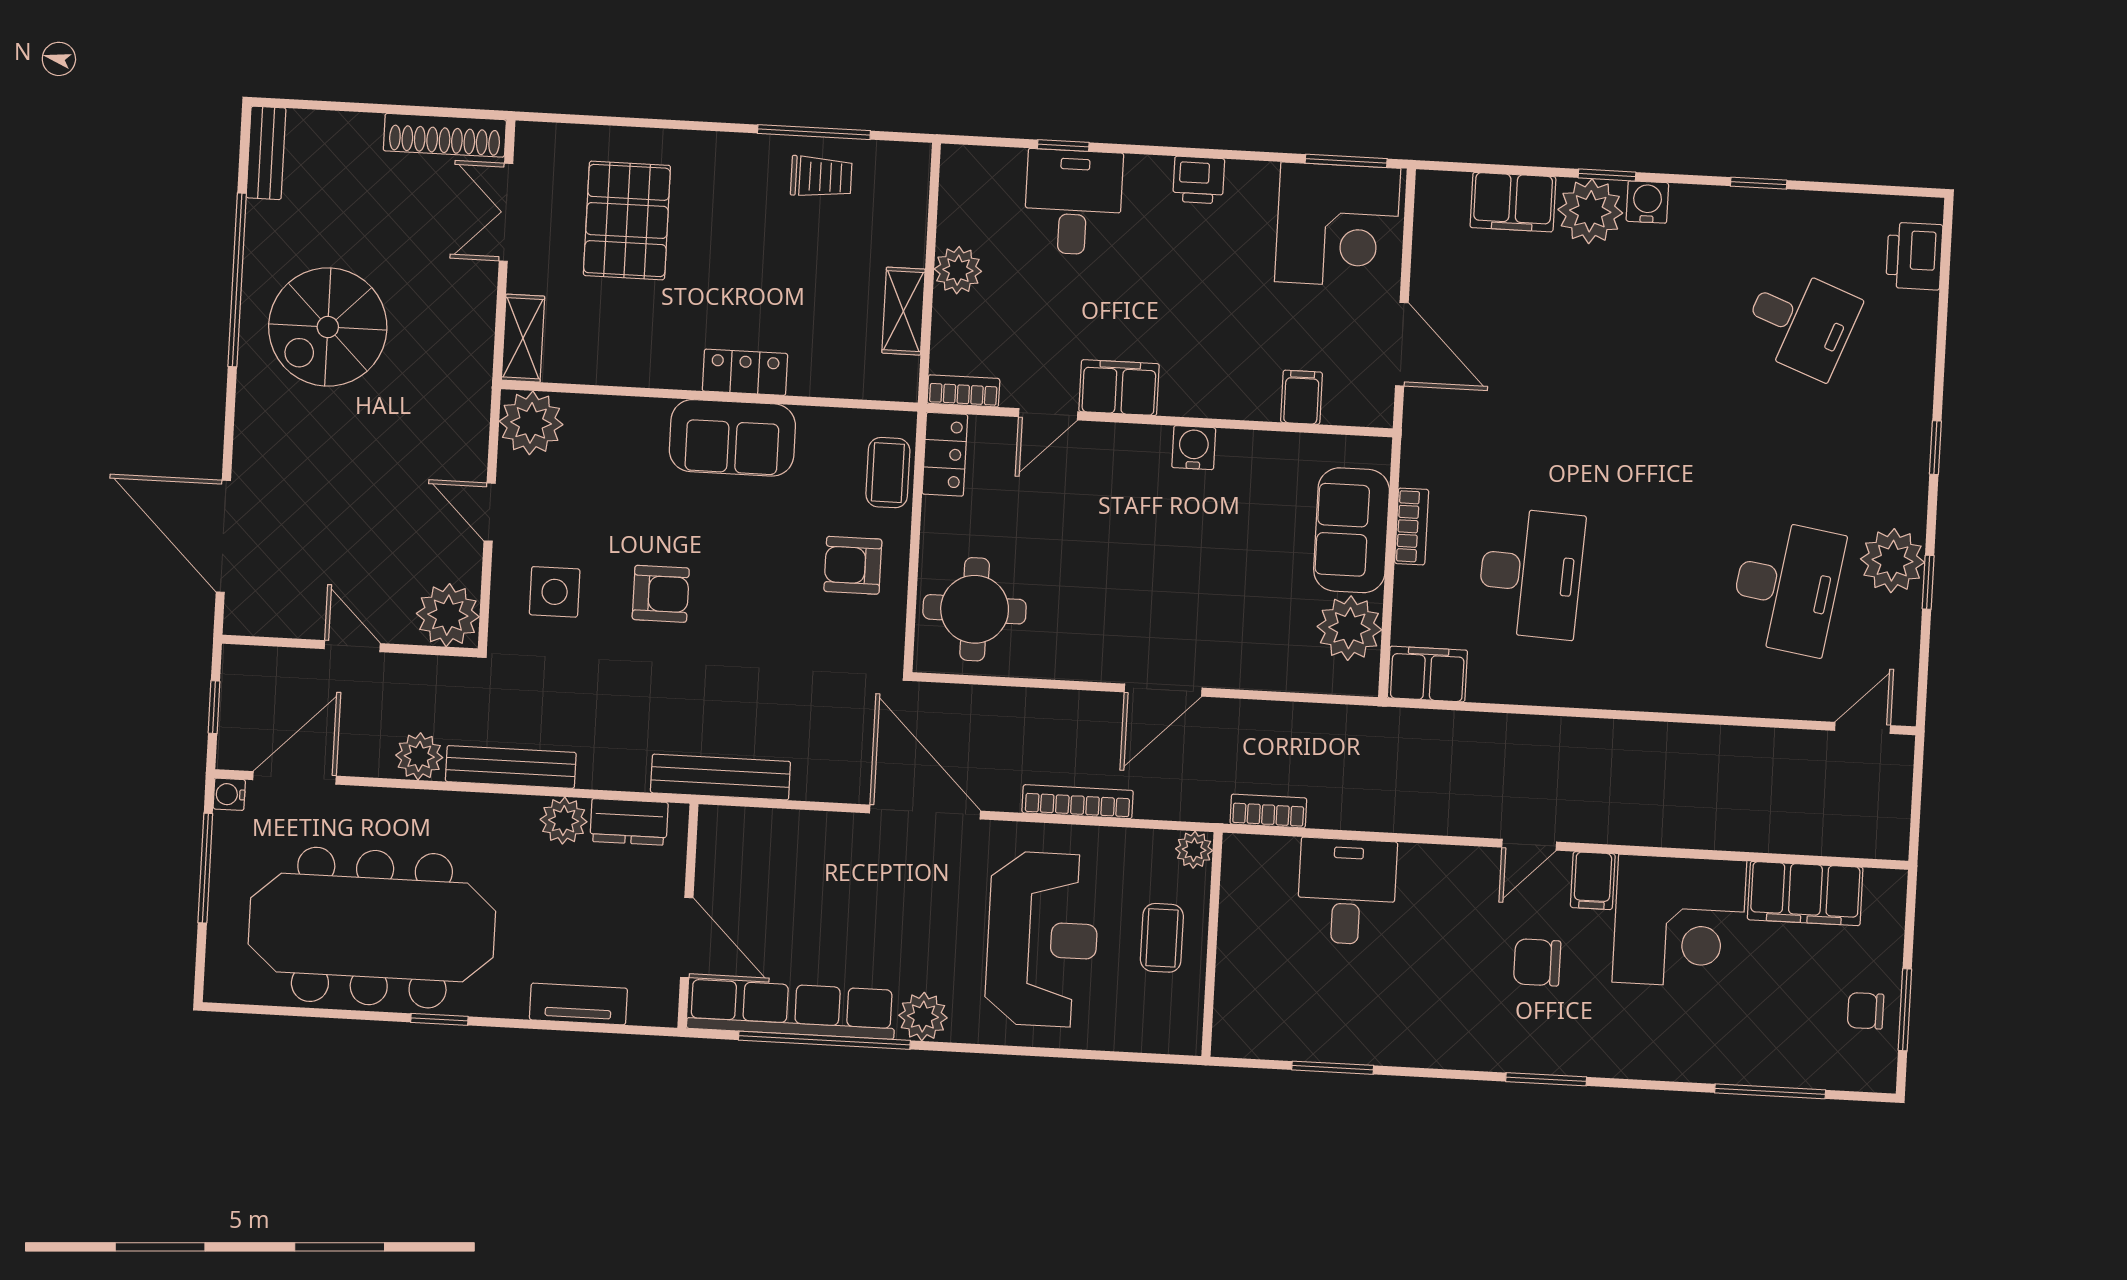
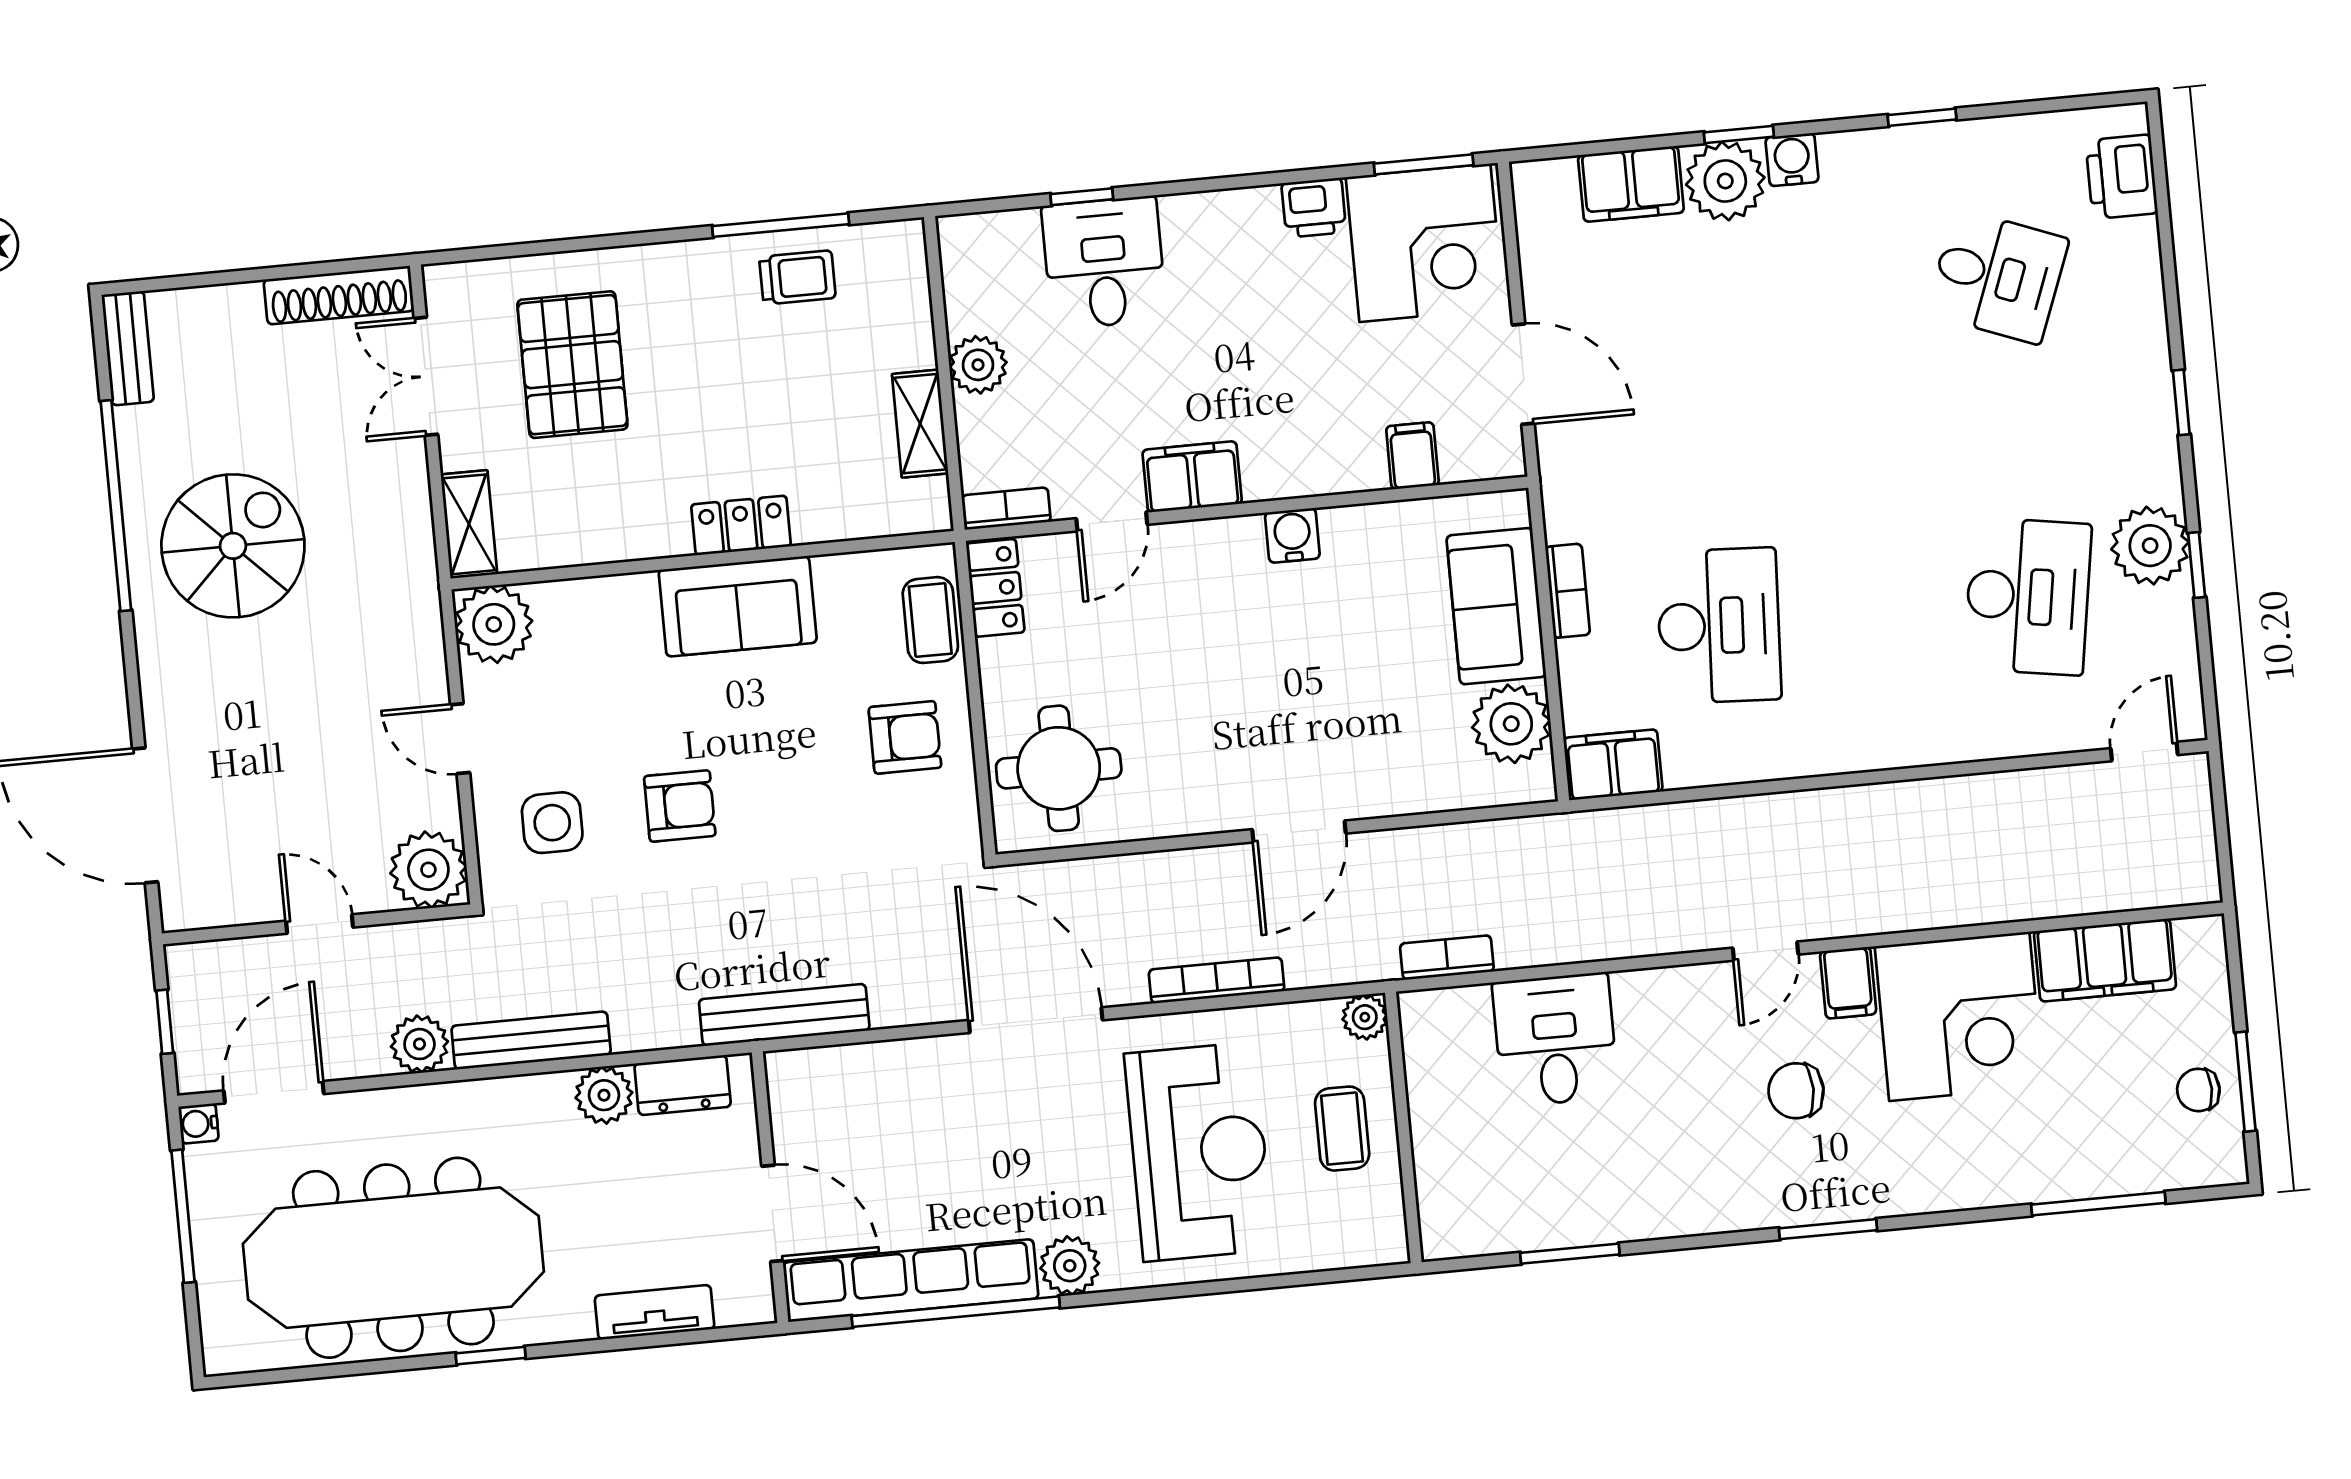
printer: (1199, 180) -> (1314, 208), moved
spiral stairs: (328, 327) -> (233, 546), turned 180
armchair: (853, 565) -> (905, 737), turned 180

